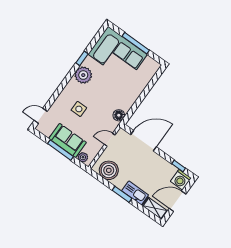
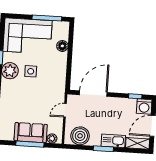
window: (136, 43) -> (47, 18), moved
side table: (79, 109) -> (31, 71), moved
floor lamp: (119, 115) -> (62, 46), moved

